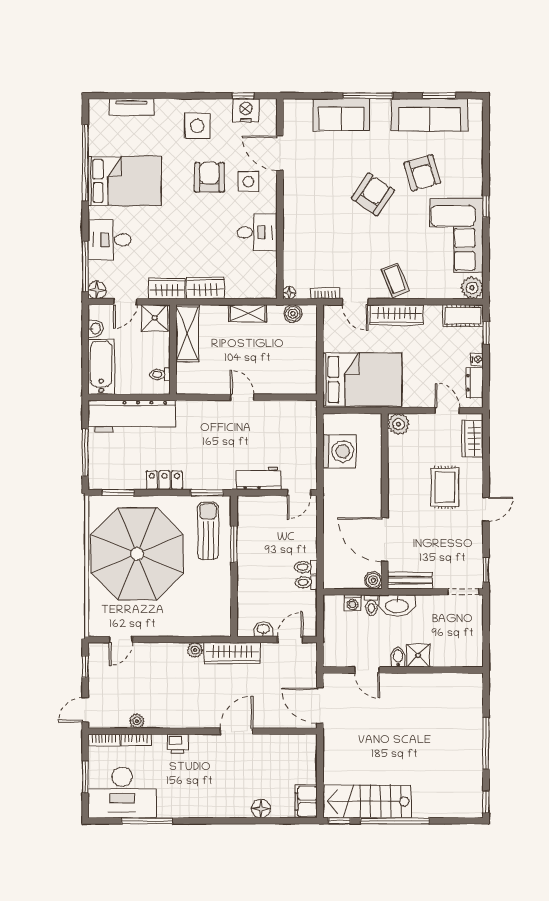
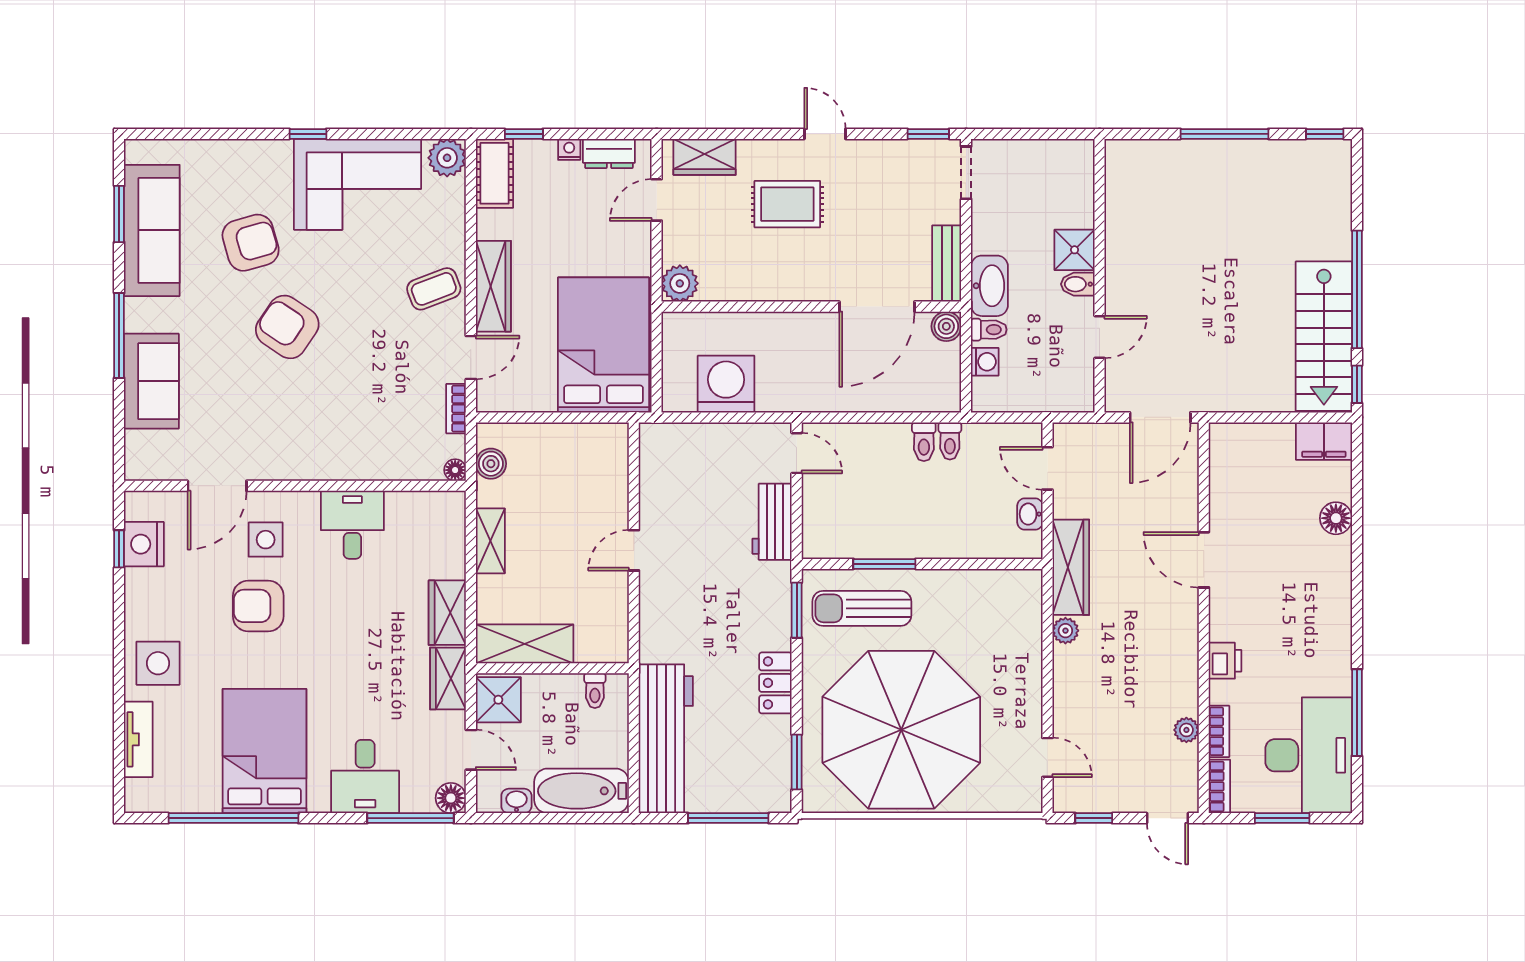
side table: (197, 126) -> (158, 663), moved

